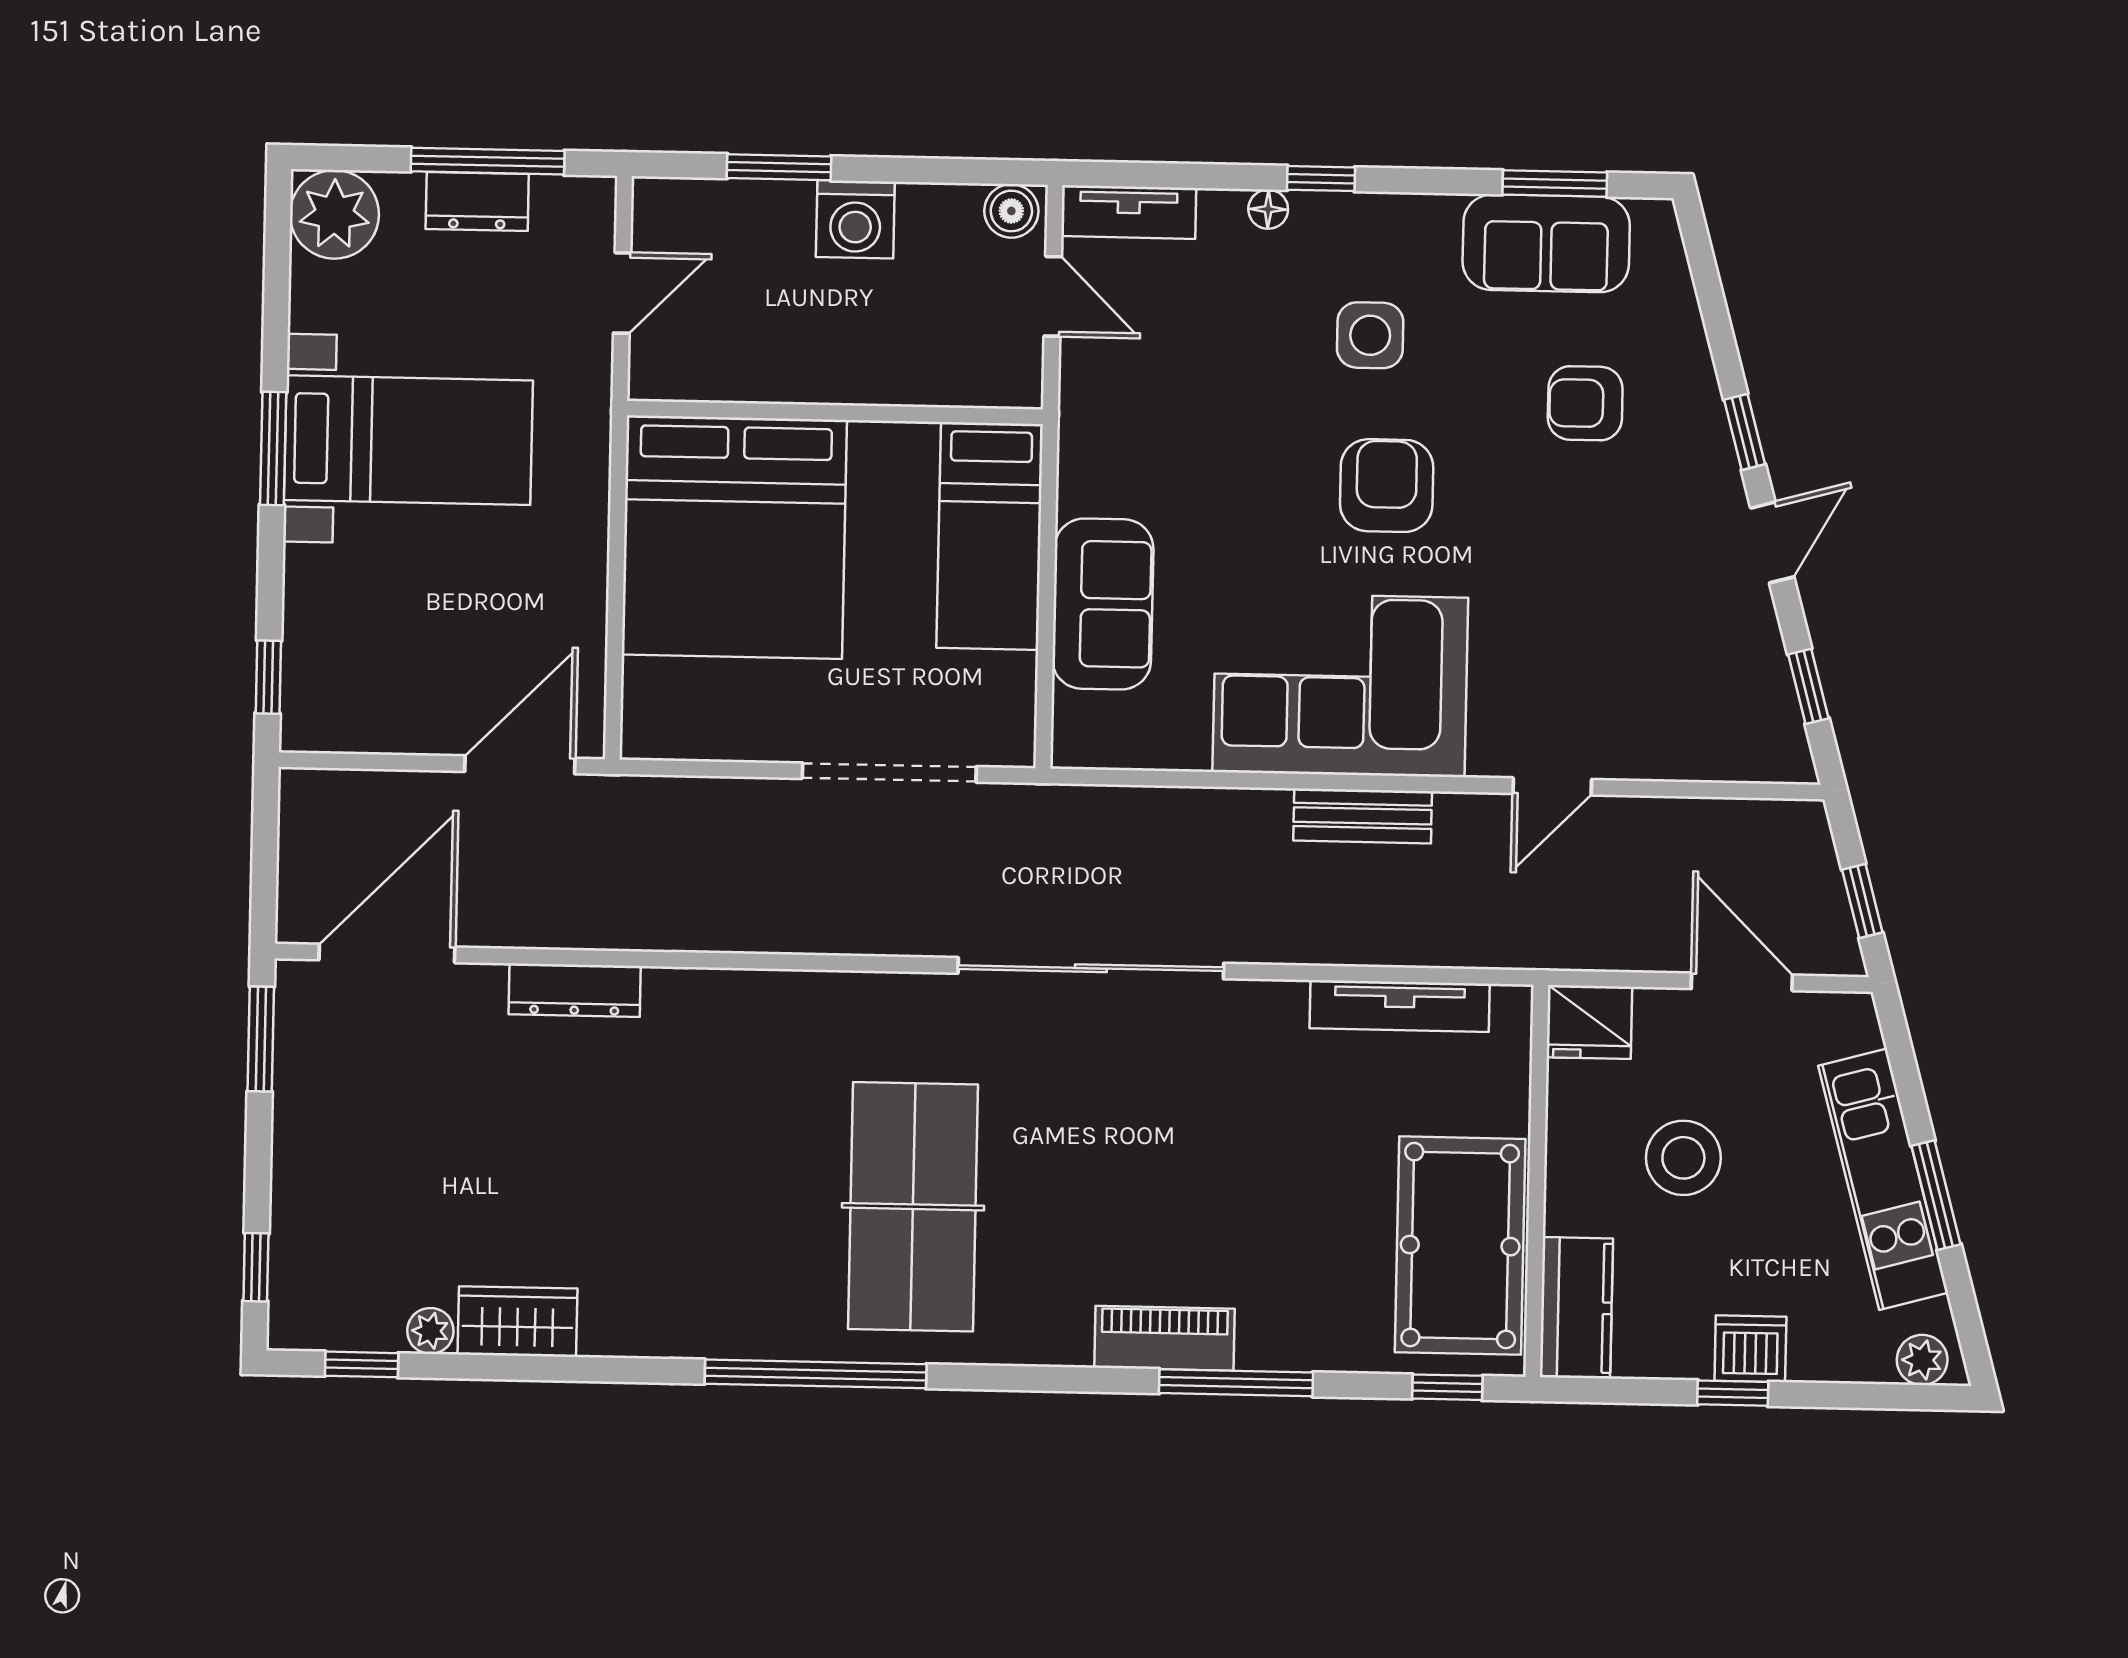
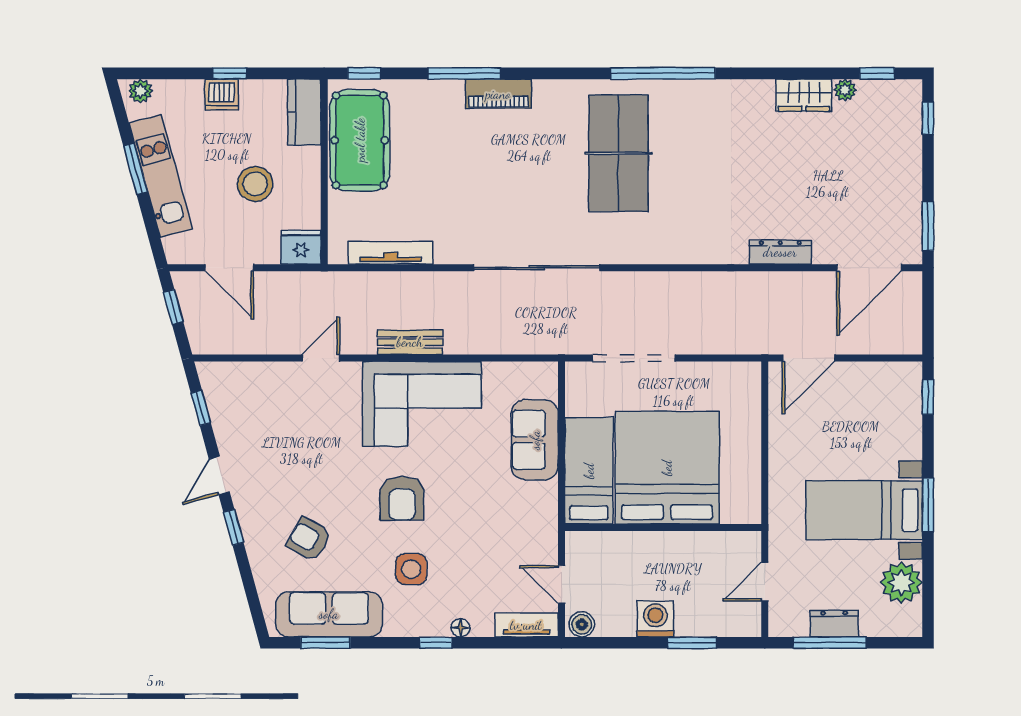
plant: (334, 214) -> (901, 583), moved
sofa: (1546, 243) -> (329, 614), width x1.36
armchair: (1585, 403) -> (309, 539), turned -151
bed: (734, 537) -> (667, 468), moved

